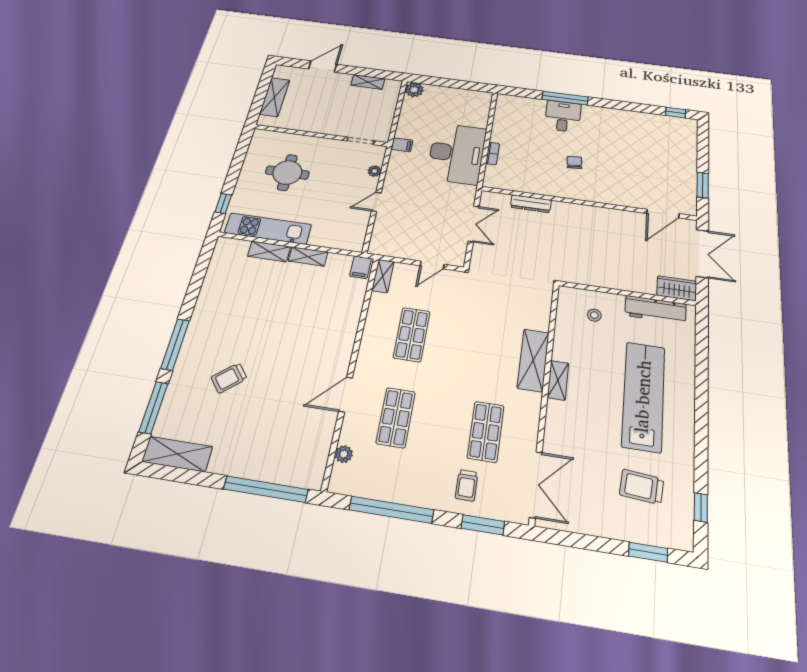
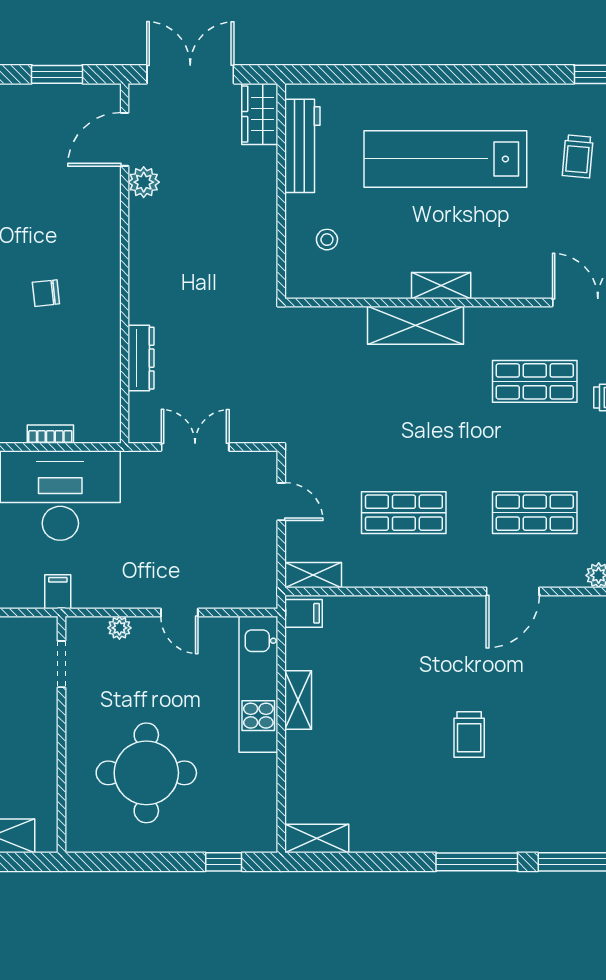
round table: (287, 173) -> (146, 773), width x1.36, depth x1.36
door: (663, 214) -> (125, 139), swing flipped
plant: (637, 220) -> (144, 182), added
kitchen unit: (268, 229) -> (258, 684), moved
shelving: (269, 251) -> (317, 838), moved, turned 90
trolley: (229, 378) -> (469, 735), moved, turned 40
door: (346, 395) -> (513, 591), hinge flipped
trolley: (642, 487) -> (578, 156), width x0.73, depth x0.72

